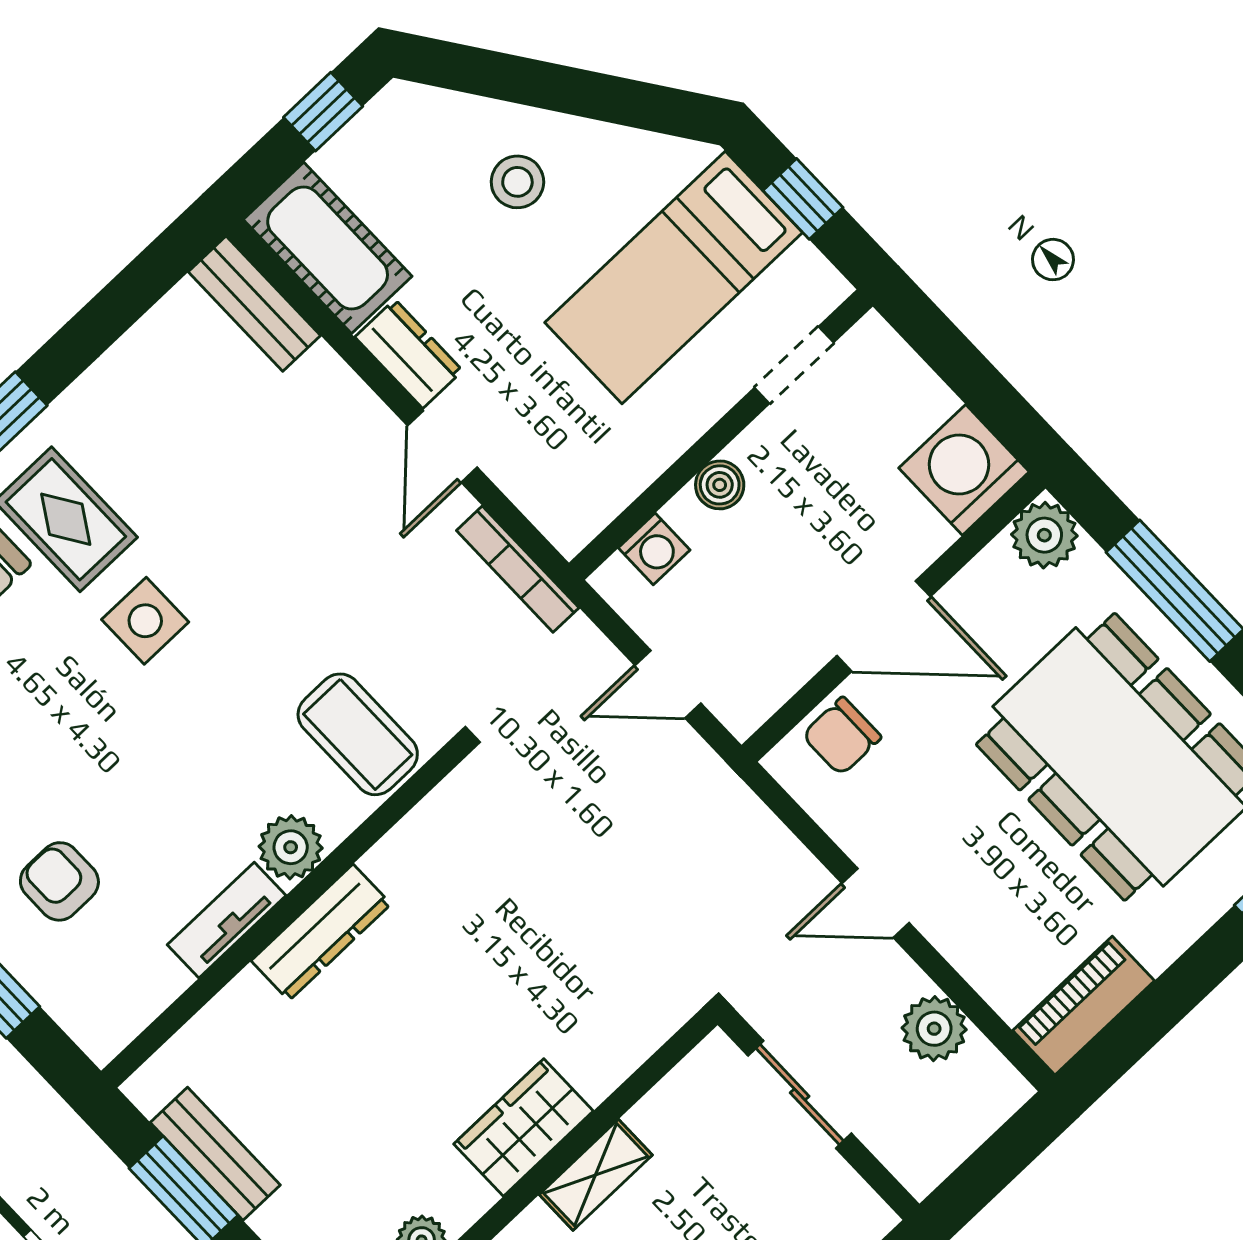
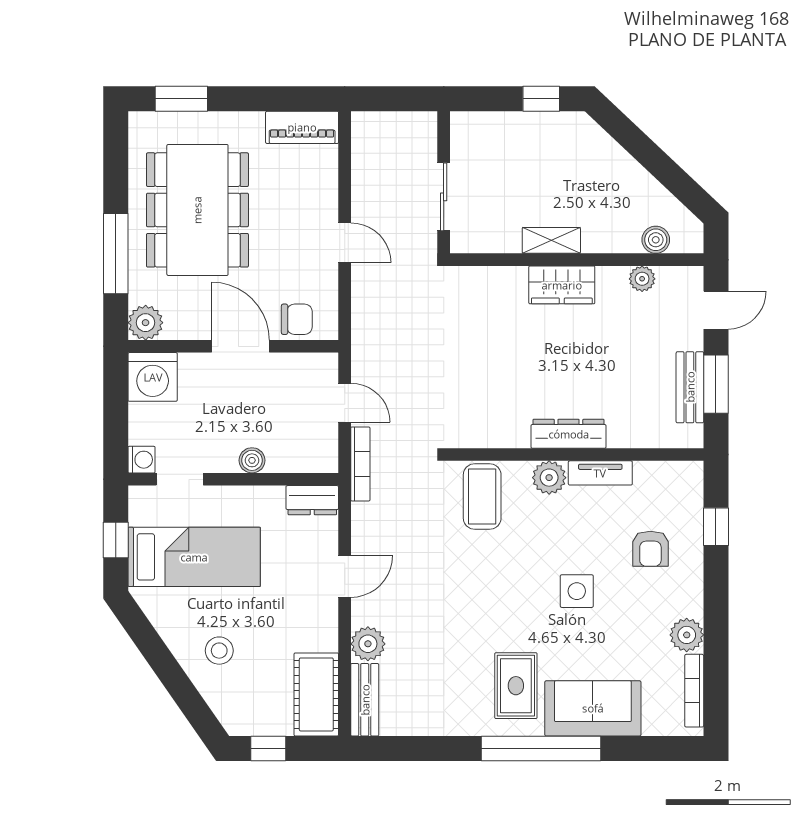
dresser: (409, 354) -> (312, 500), moved, turned -90
washing machine: (654, 549) -> (142, 460), moved, turned 90
bookcase: (518, 569) -> (360, 464), moved
side table: (145, 621) -> (577, 591), moved
plant: (934, 1029) -> (368, 644), moved

